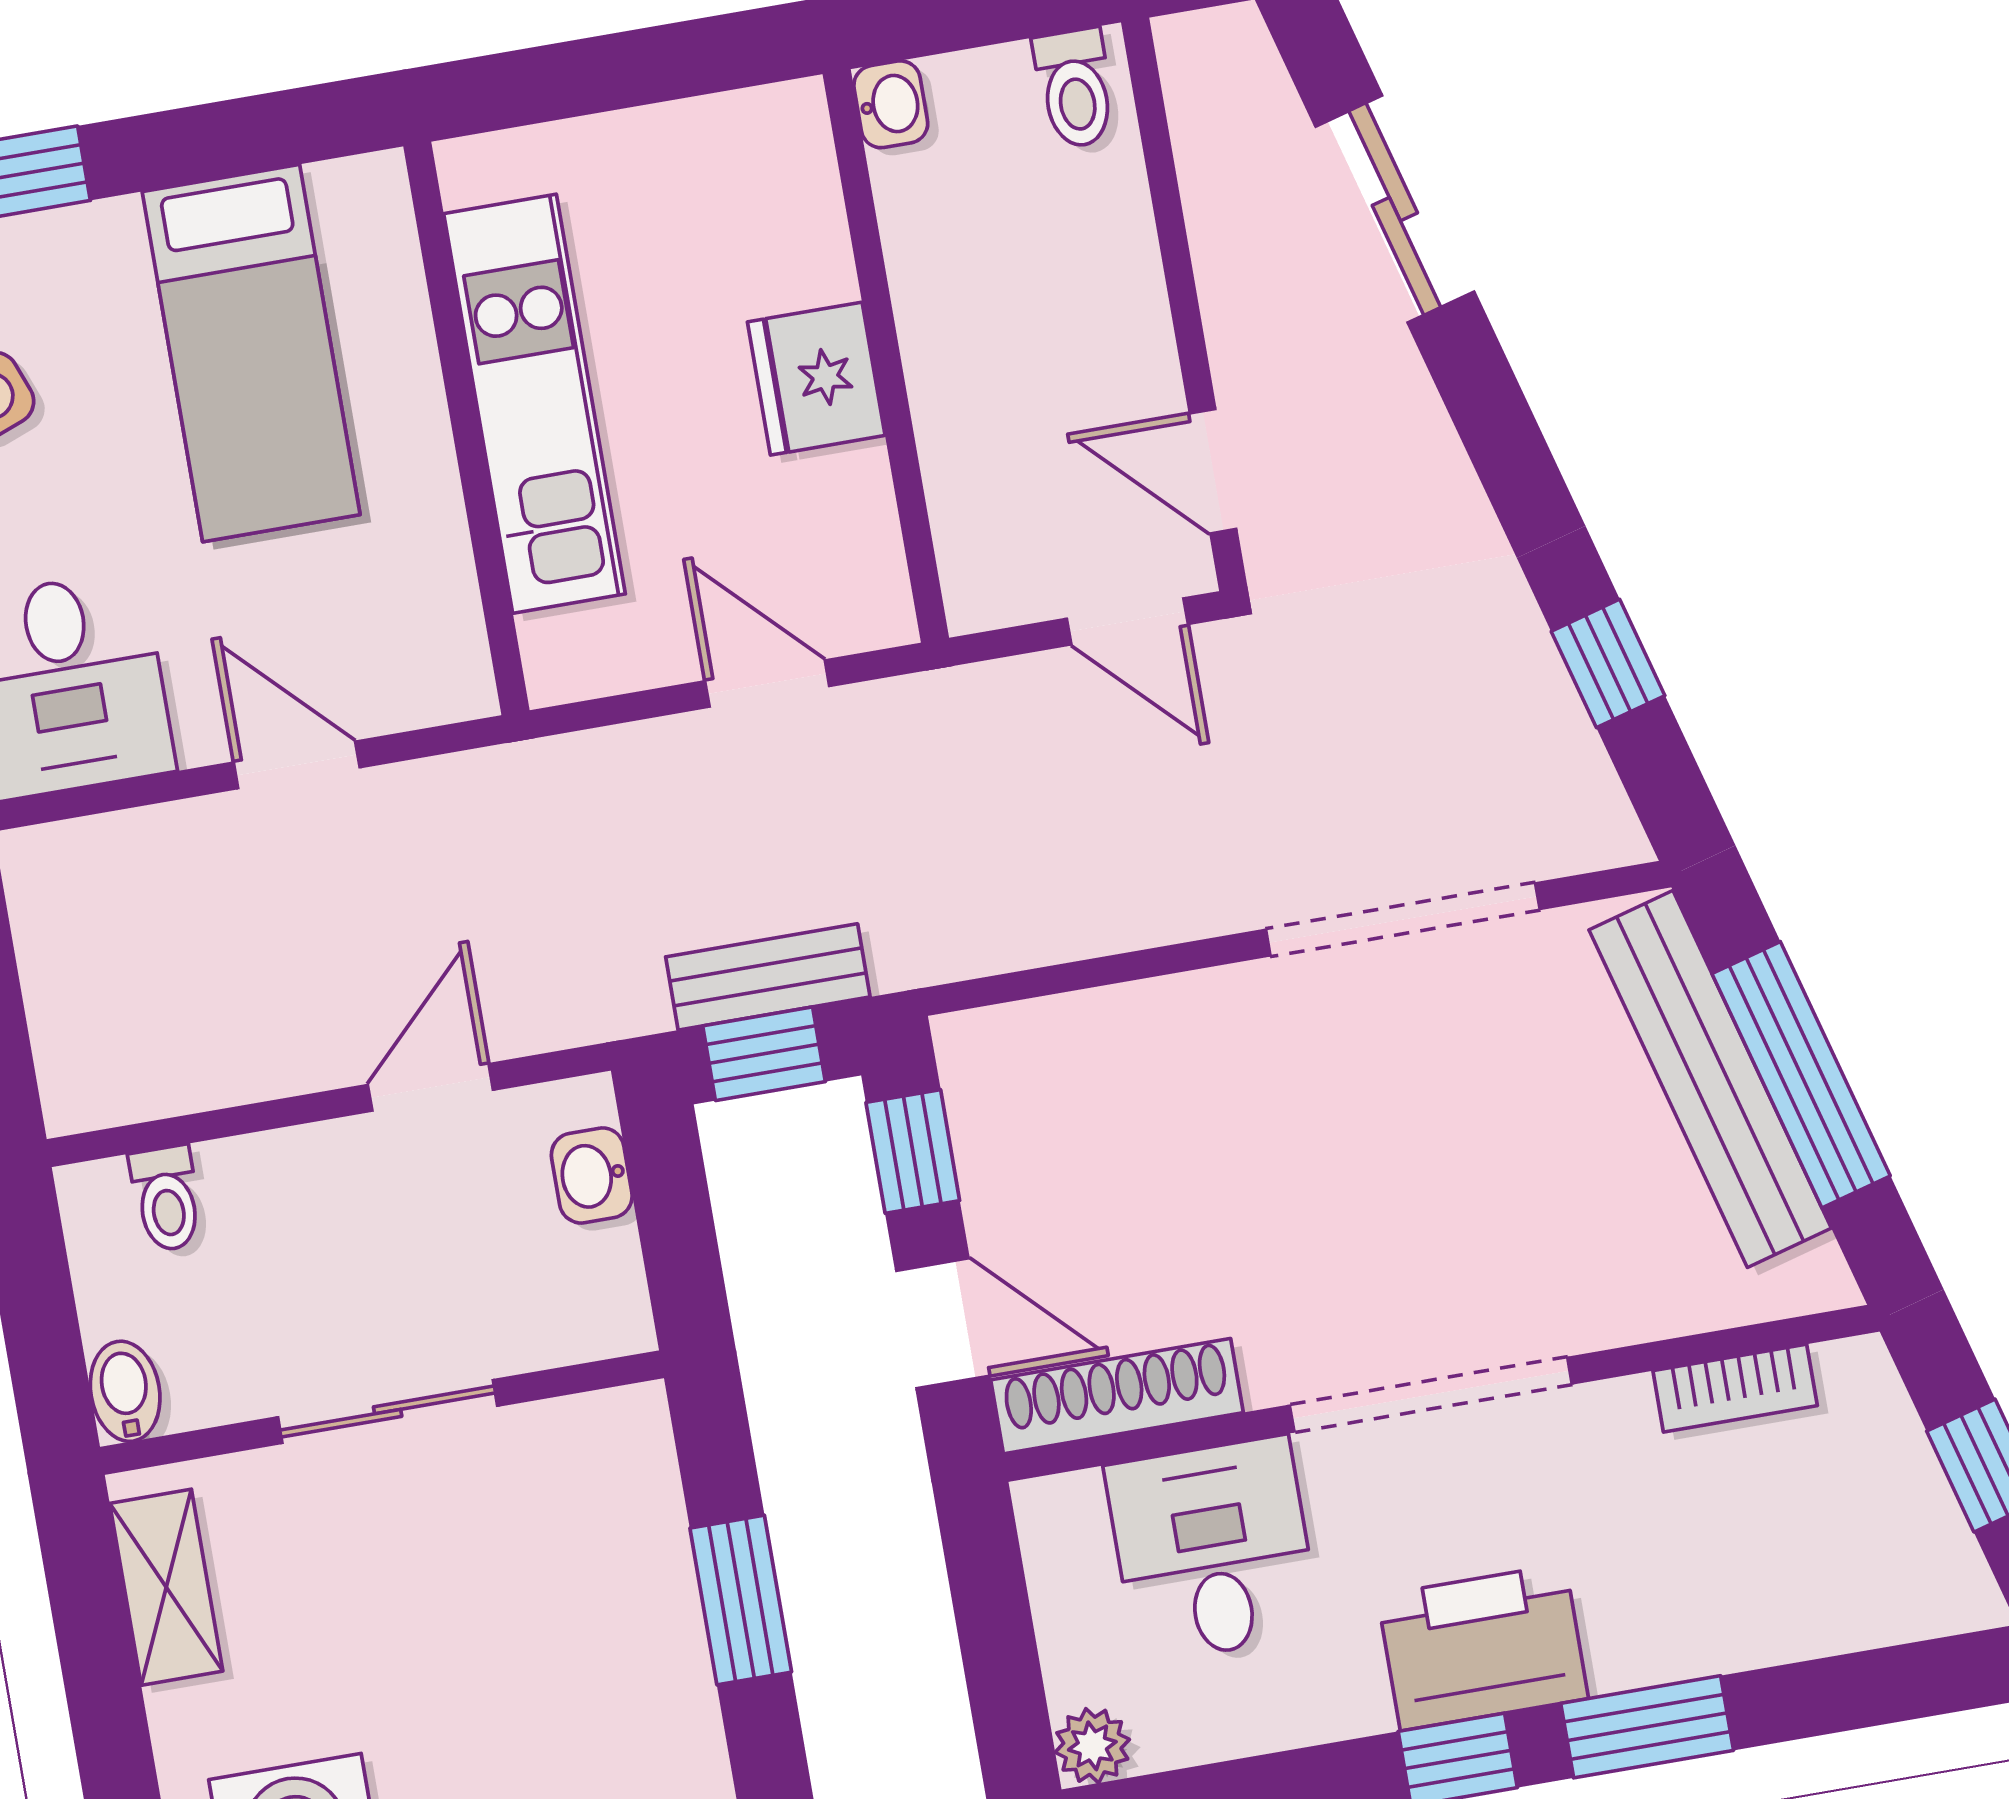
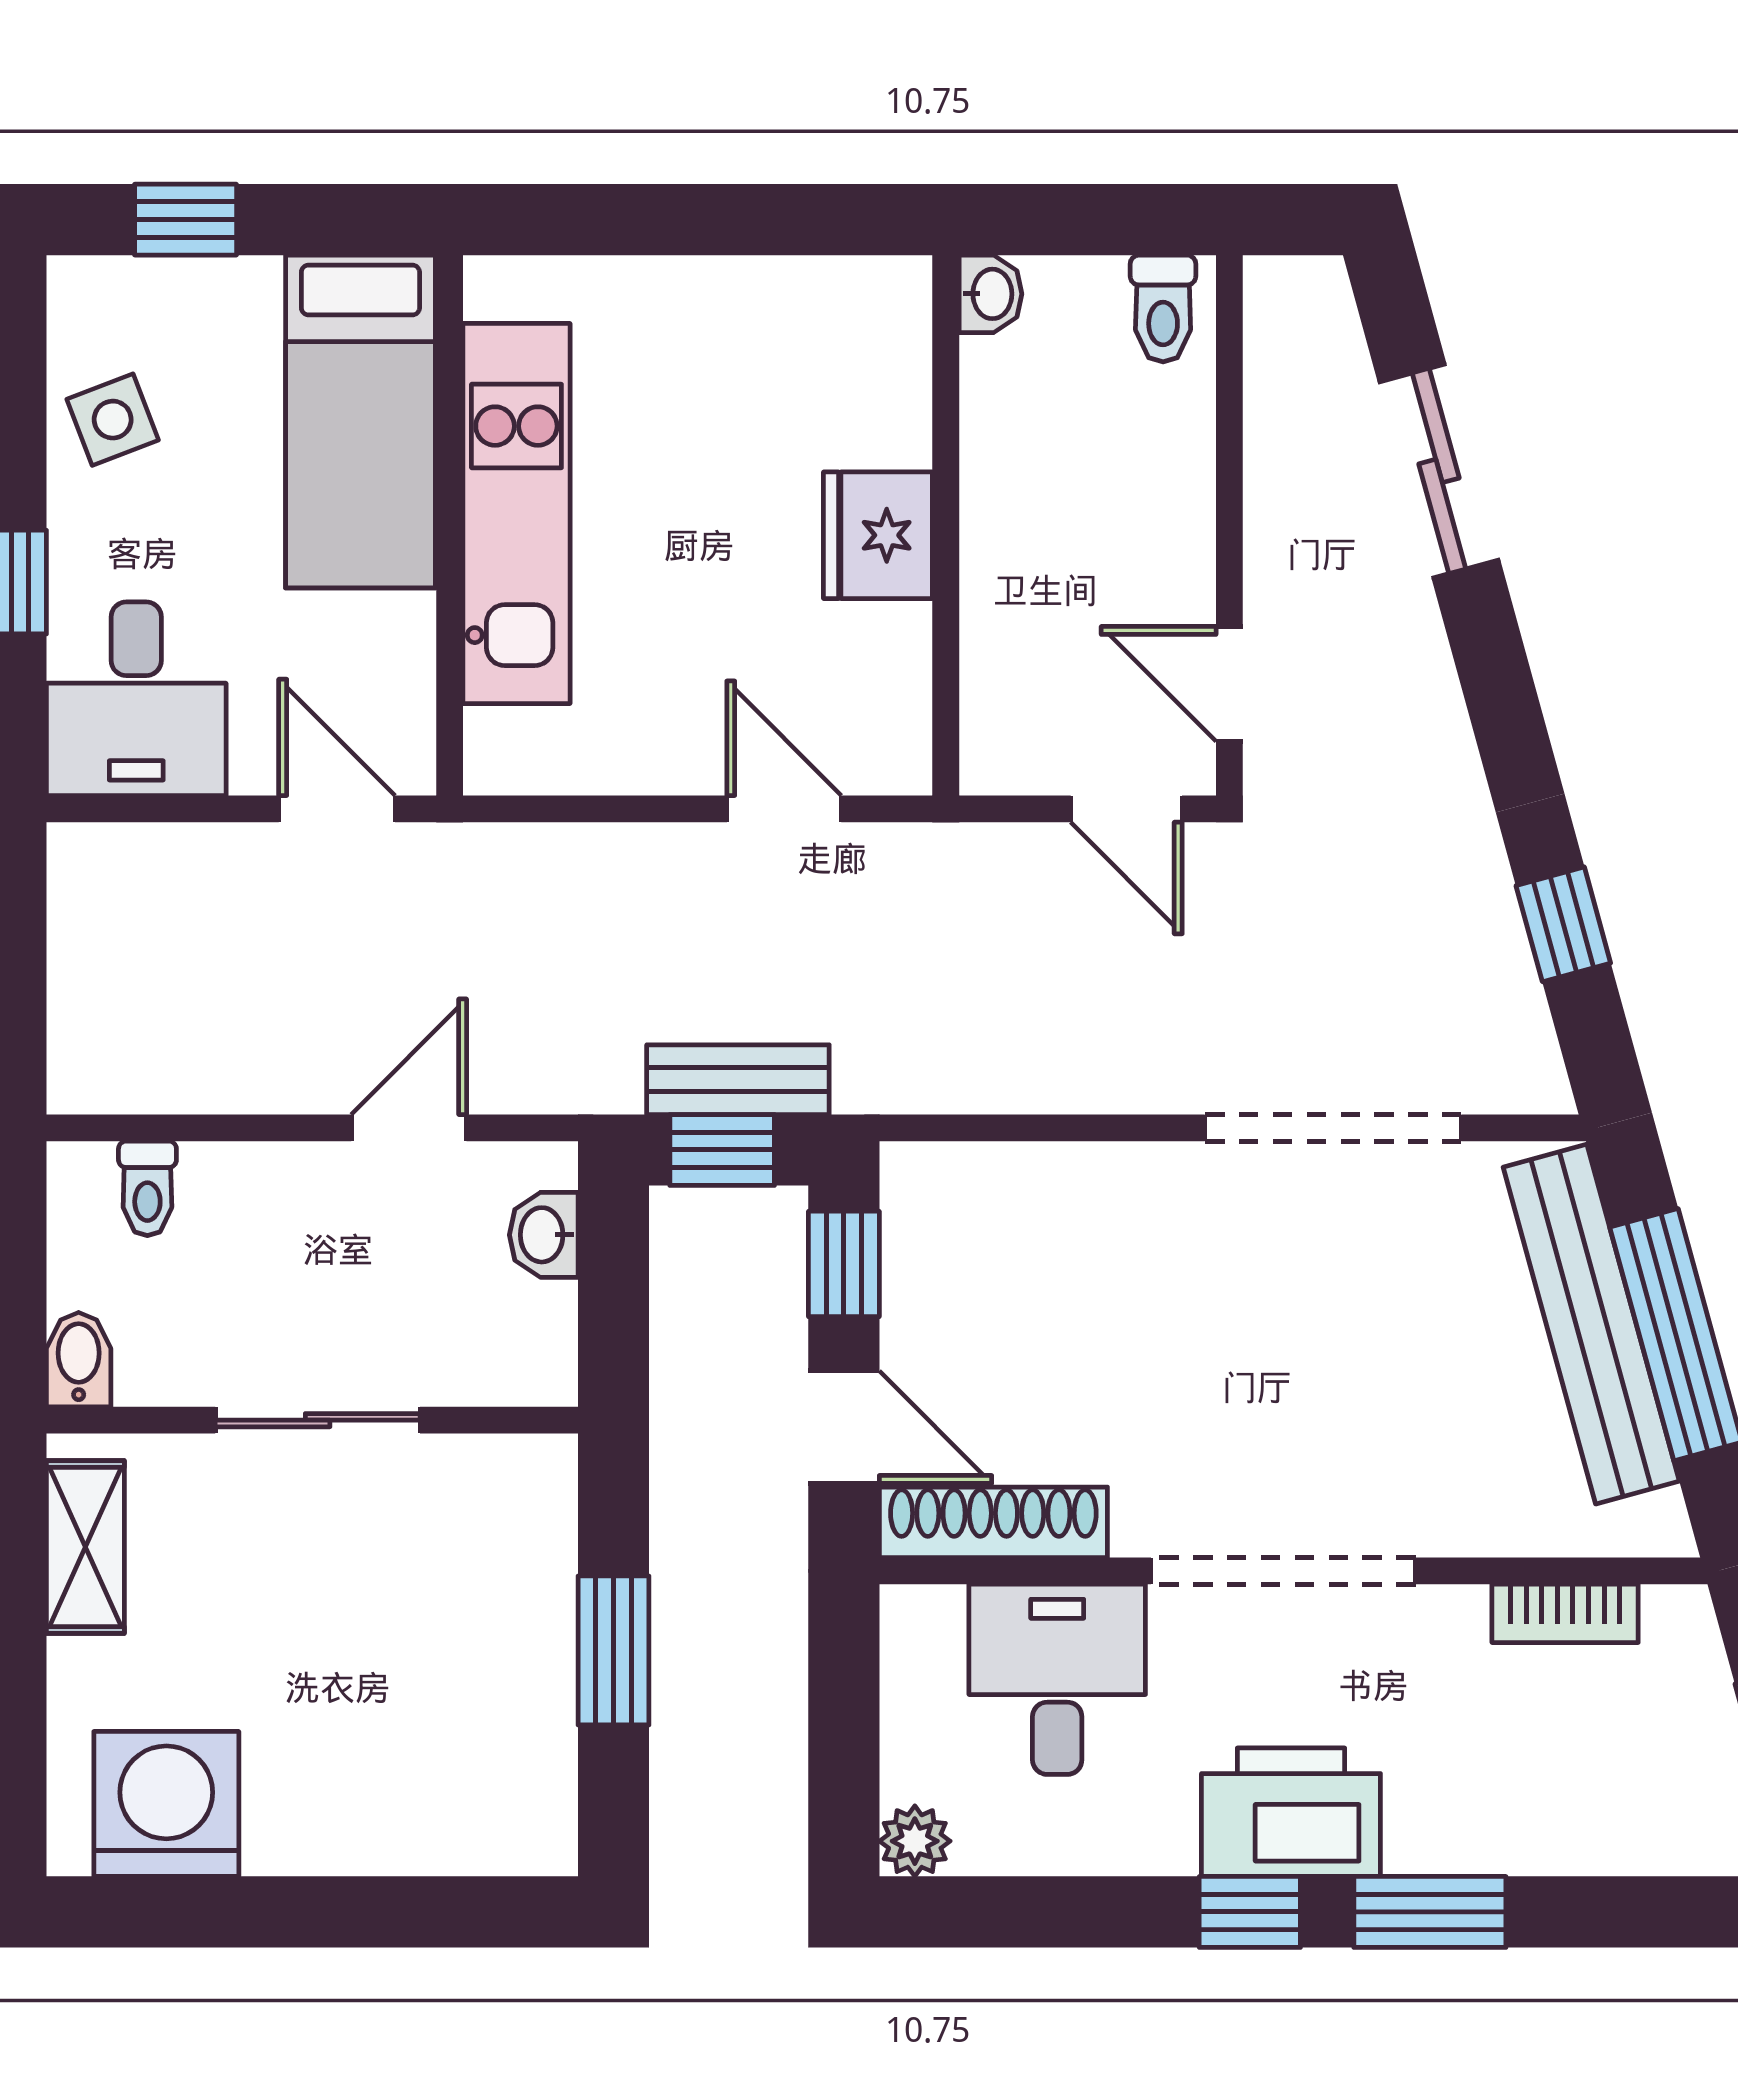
kitchen unit: (535, 404) -> (516, 513), moved
wall: (466, 428) -> (450, 525), moved

